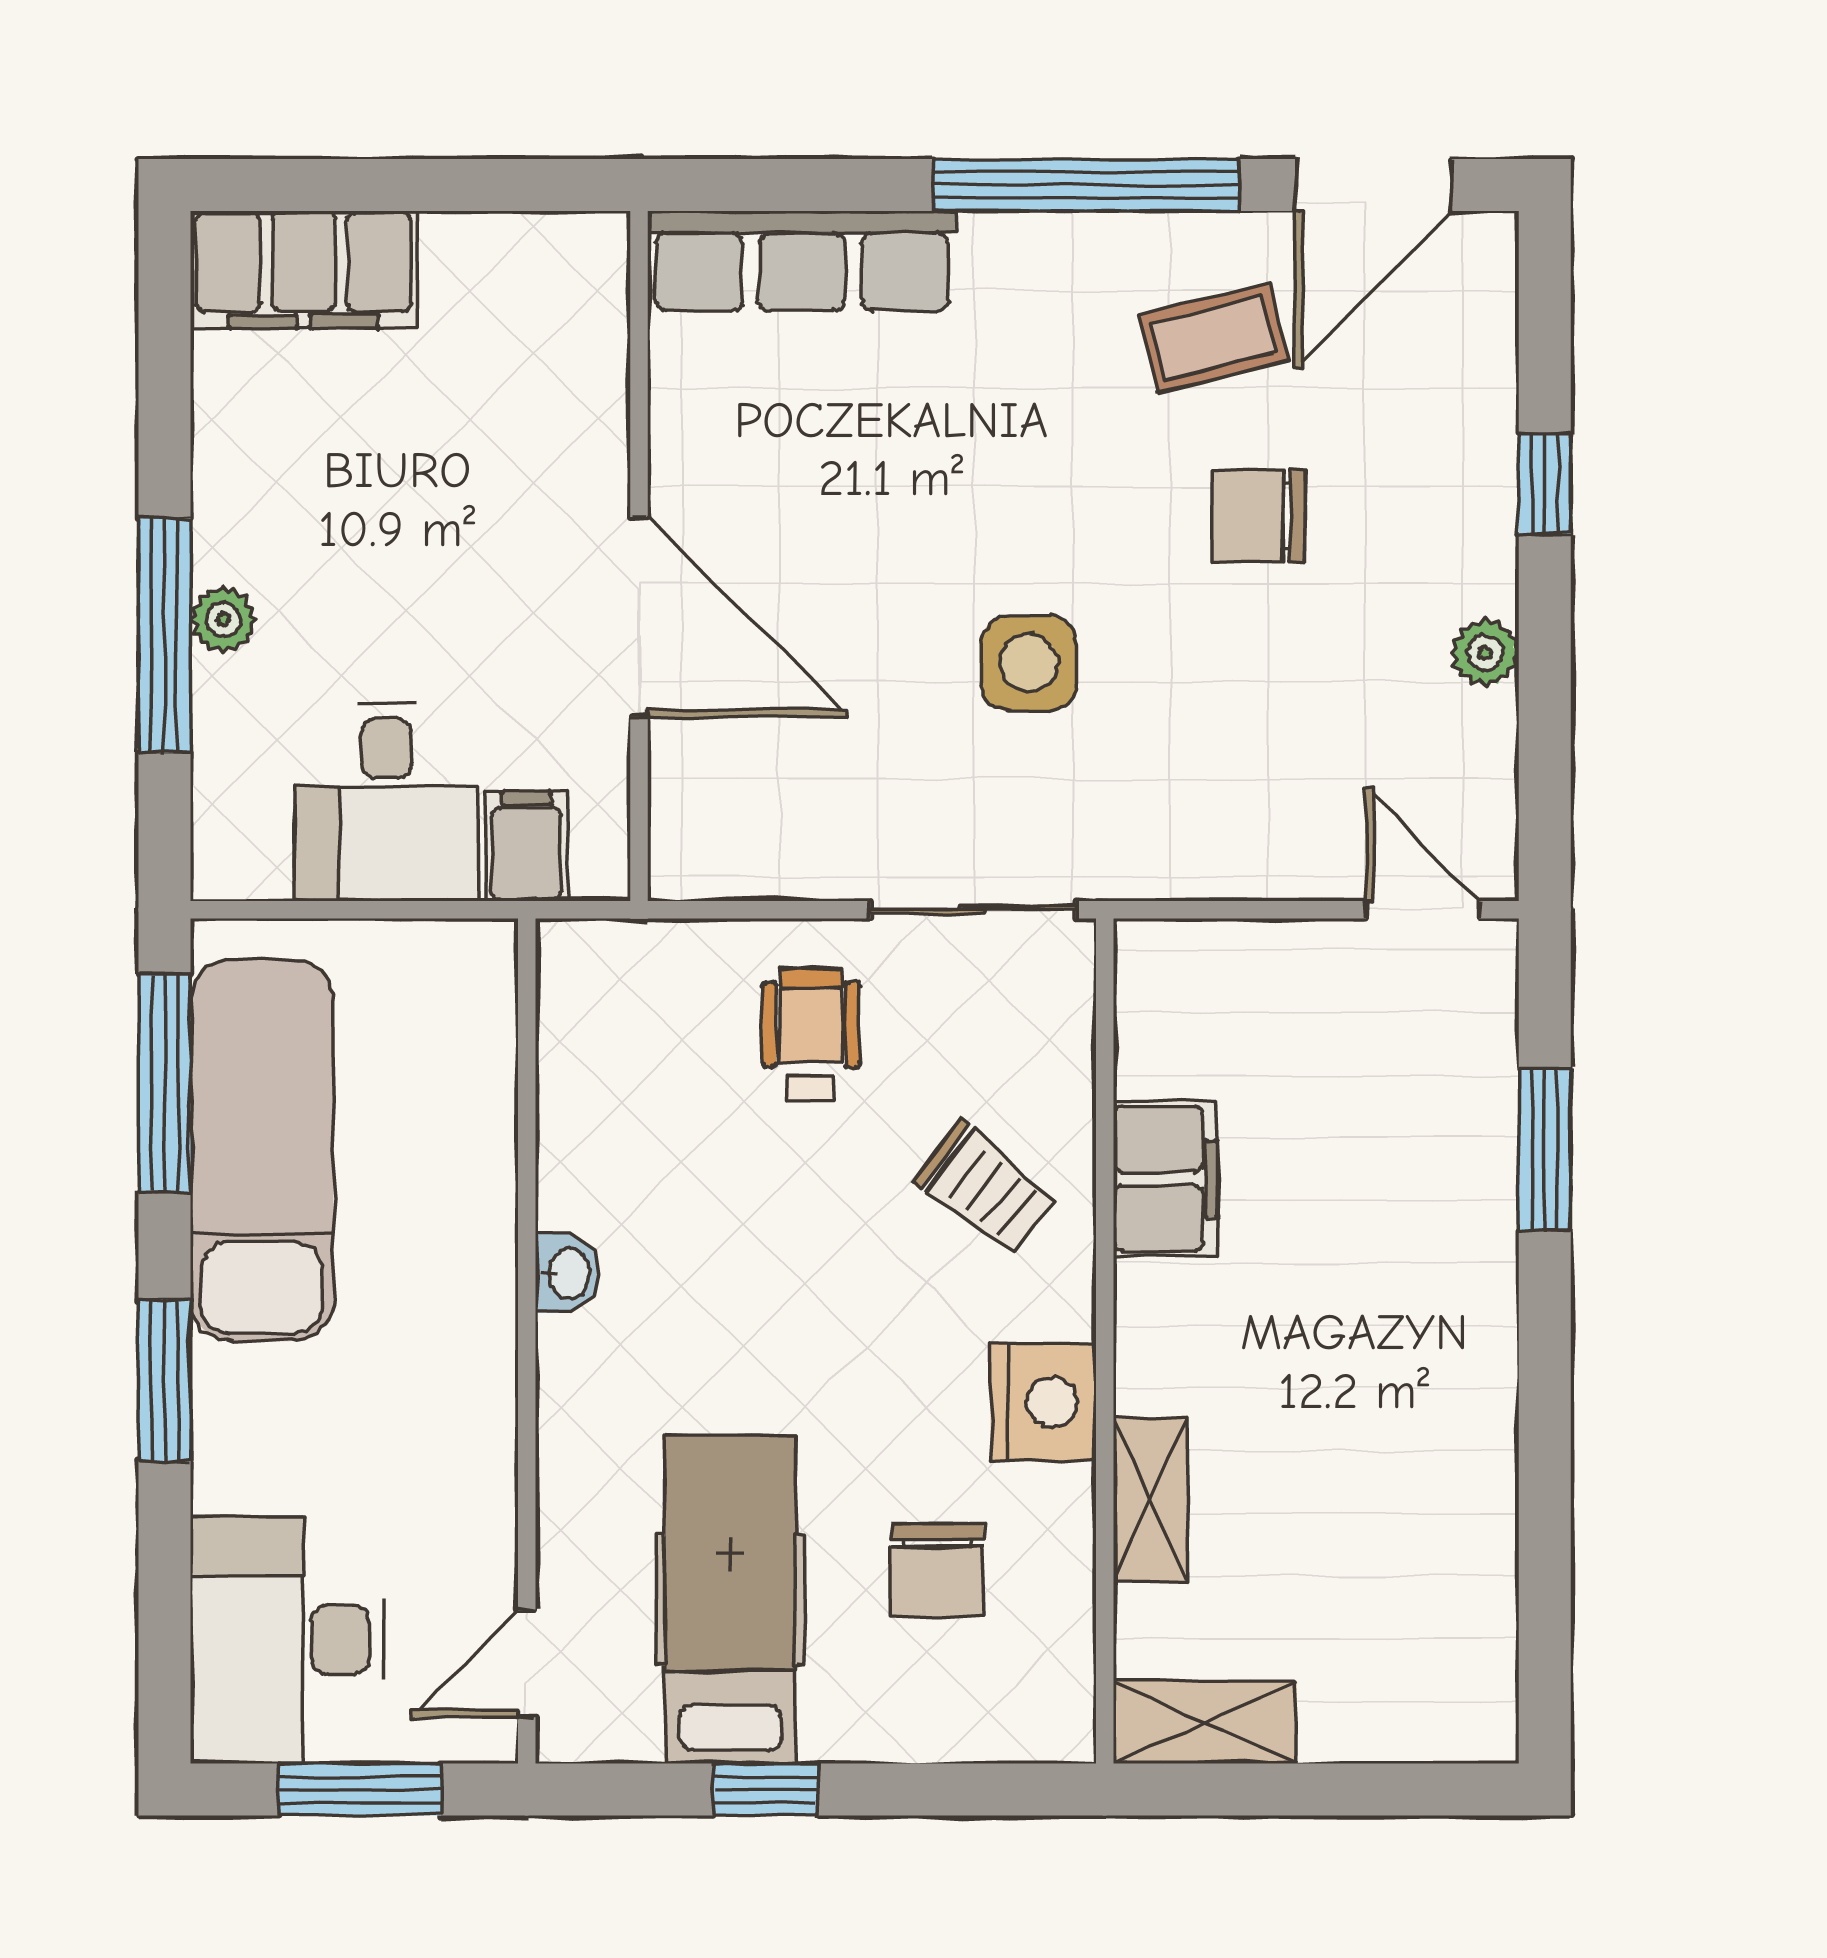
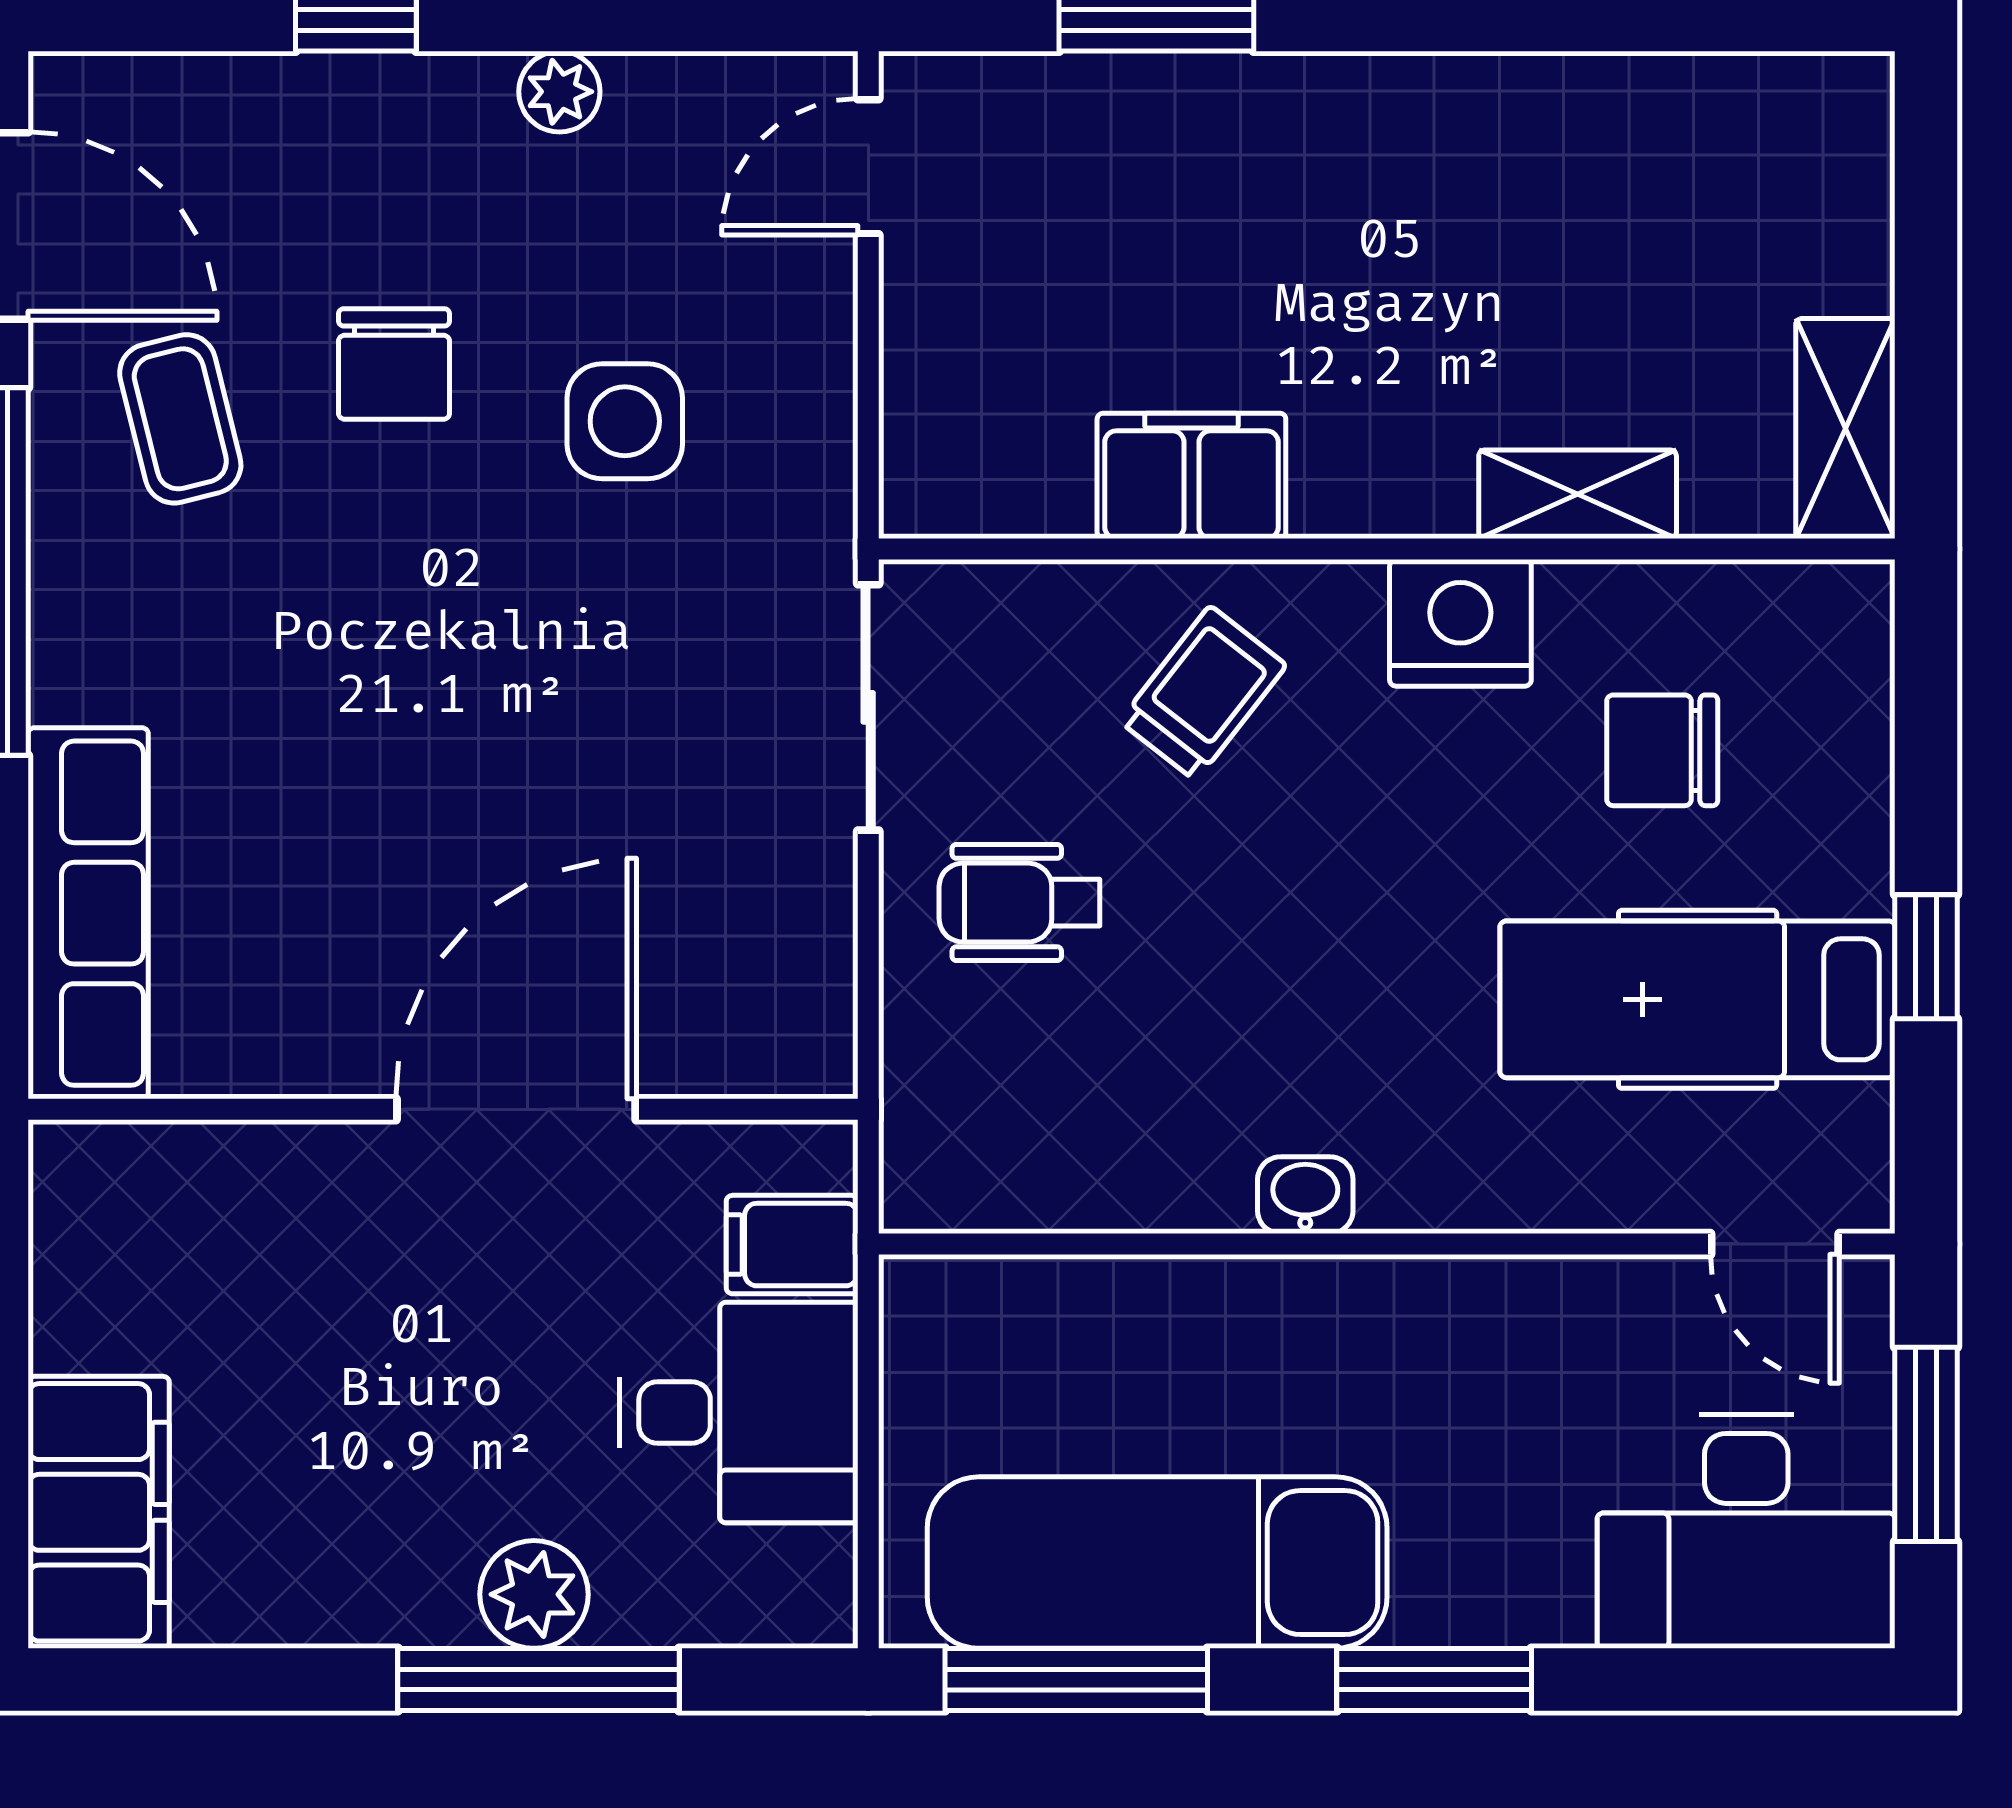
plant: (223, 619) -> (534, 1594), width x1.38, depth x1.38
side table: (1029, 663) -> (625, 421), moved
chair: (937, 1570) -> (1662, 750), turned 180

